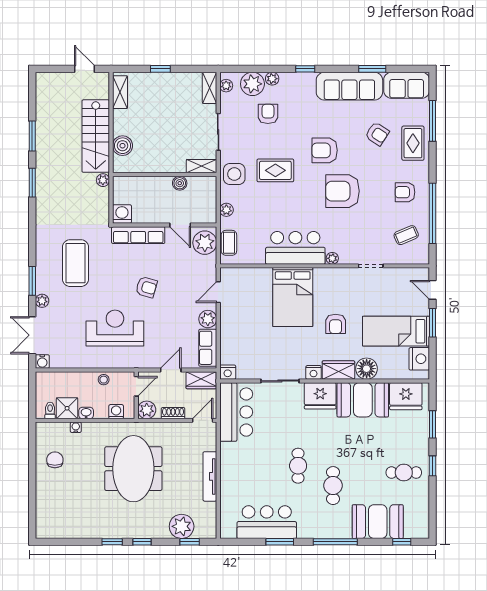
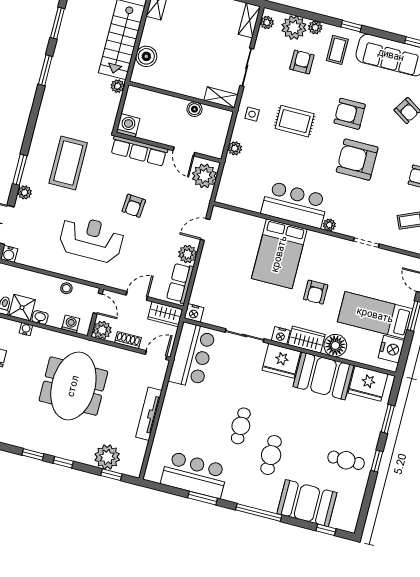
side table: (234, 174) -> (252, 114), width x0.54, depth x0.54
coffee table: (229, 243) -> (337, 50), moved
armchair: (146, 287) -> (134, 206), turned 79
door: (136, 386) -> (98, 303), hinge flipped

